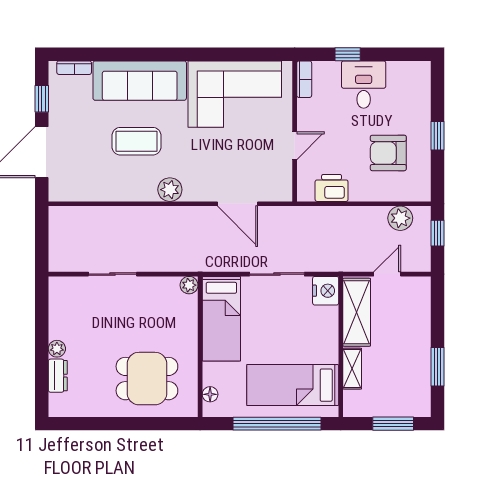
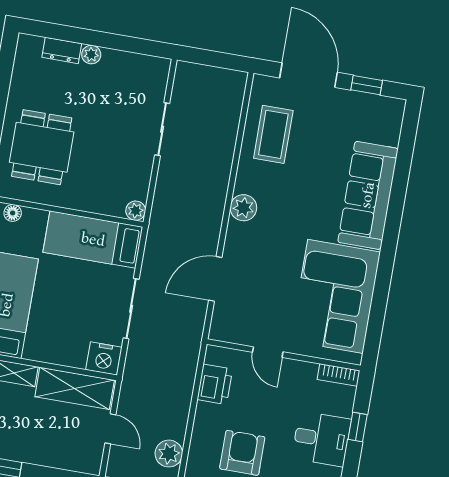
bookcase: (74, 68) -> (394, 126), removed
coffee table: (136, 141) -> (273, 134), moved

